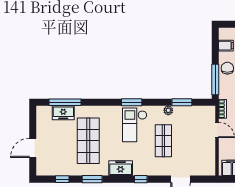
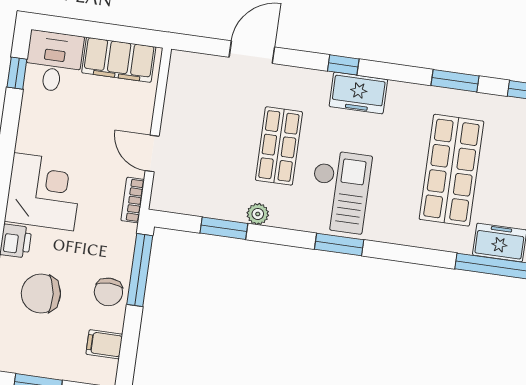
freezer: (121, 168) -> (358, 93), moved

